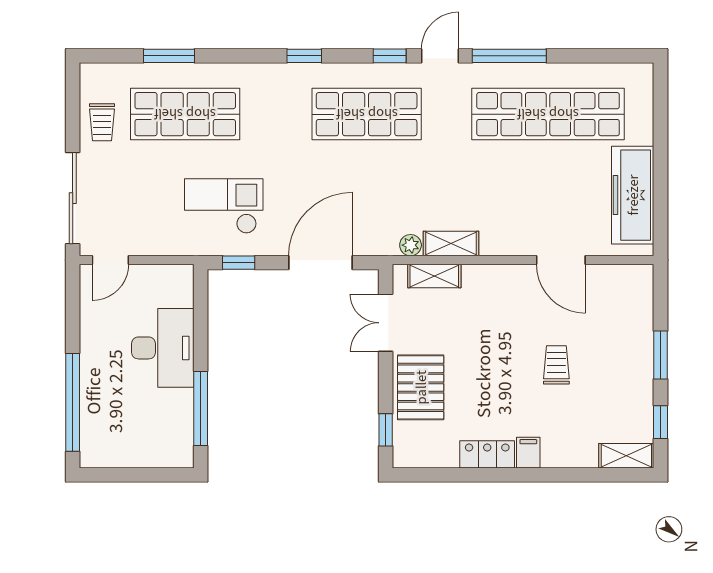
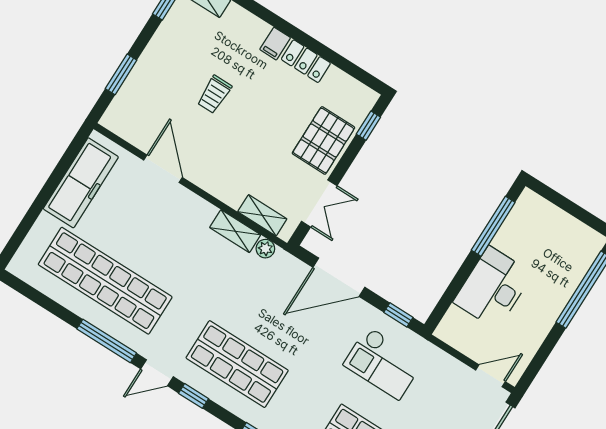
window: (661, 355) -> (121, 74), moved

